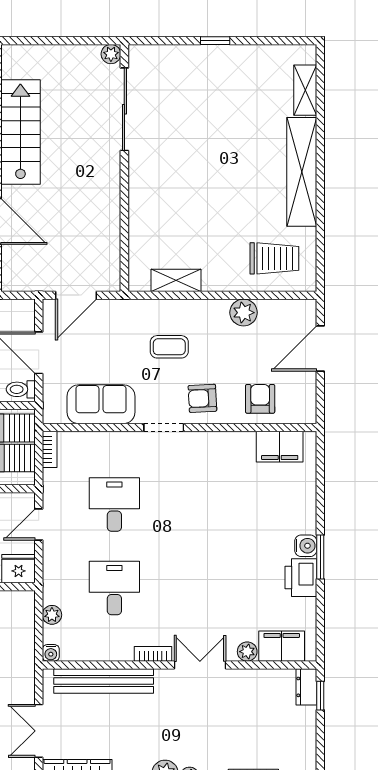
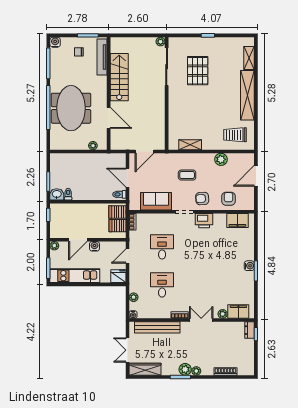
pallet: (192, 118) -> (198, 71), added
trolley: (274, 258) -> (235, 135), turned 180
printer: (301, 578) -> (204, 221), moved, turned -90

